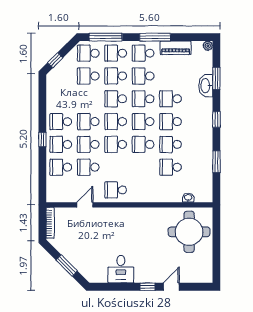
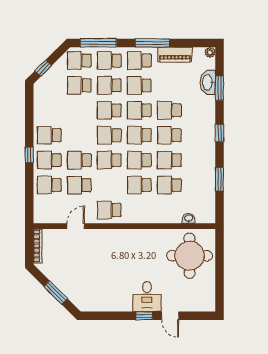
washbasin: (206, 86) -> (208, 82), moved
school desk: (88, 122) -> (139, 185), moved
desk: (121, 269) -> (147, 296), moved
door: (171, 287) -> (170, 316), swing flipped

